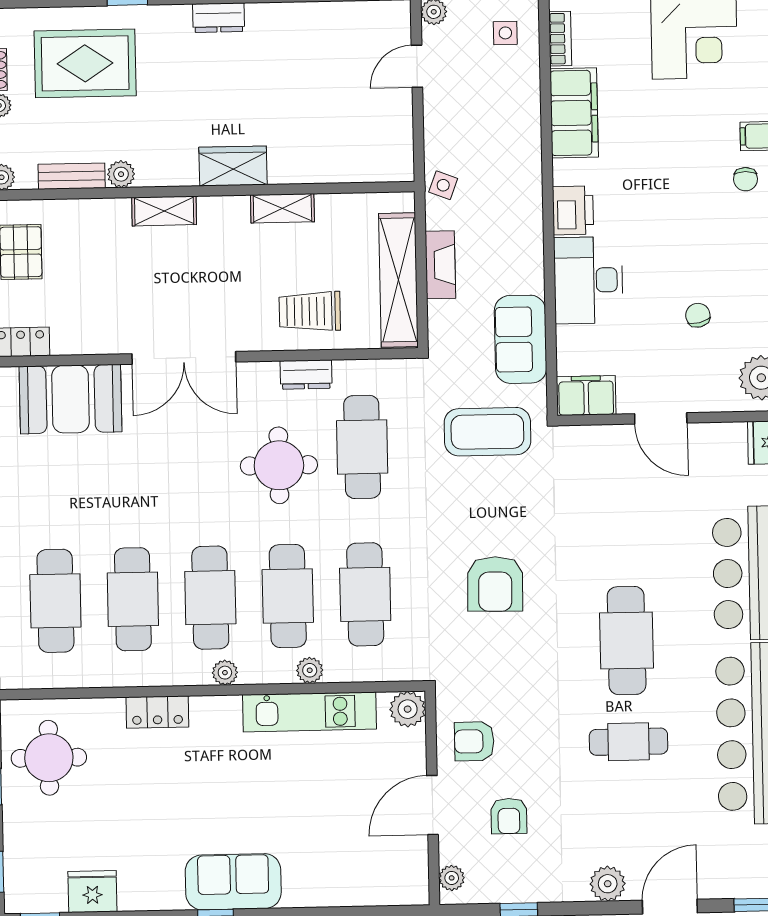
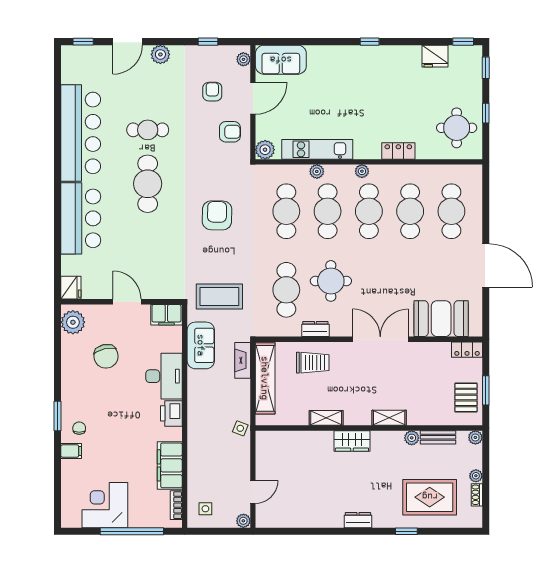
fireplace: (440, 265) -> (243, 360), moved
chair: (698, 315) -> (106, 356), width x1.87, depth x1.87
sofa: (233, 882) -> (281, 60), moved

